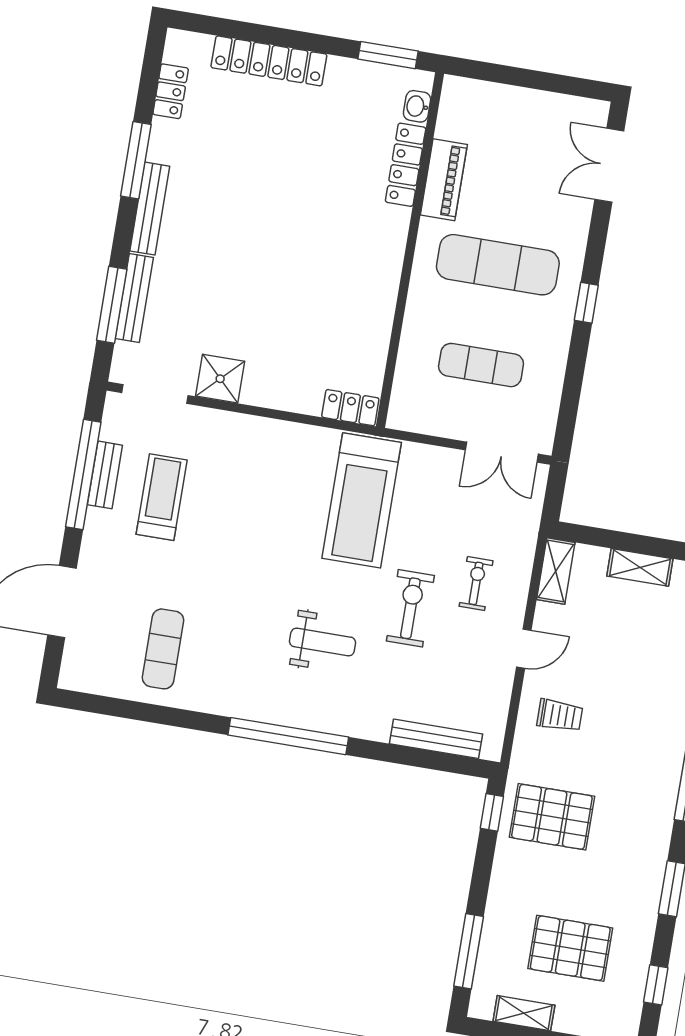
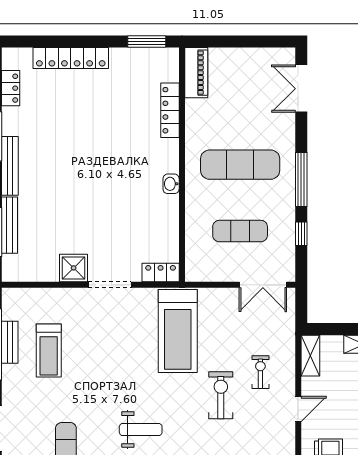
washbasin: (417, 106) -> (171, 184), moved
piano: (444, 180) -> (196, 73), moved
window: (586, 303) -> (301, 180), width x2.17
window: (573, 385) -> (301, 234), added
doorway: (155, 394) -> (110, 285), moved
treadmill: (162, 497) -> (49, 350), turned 180
weight bench: (323, 642) -> (141, 430), moved

